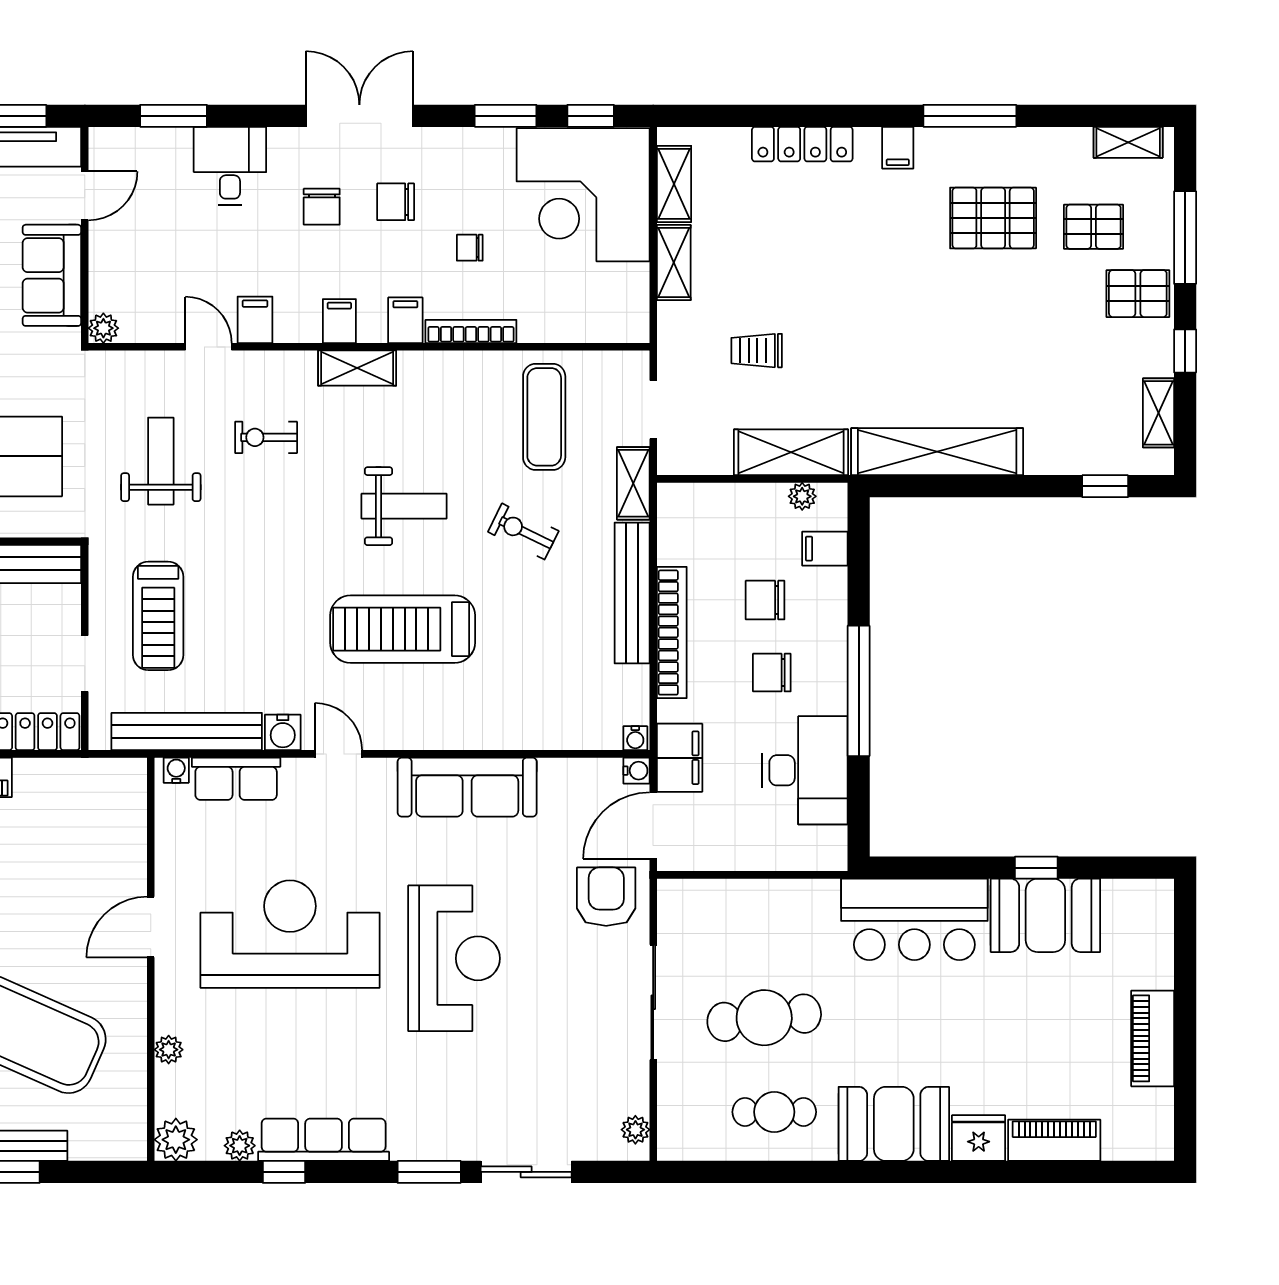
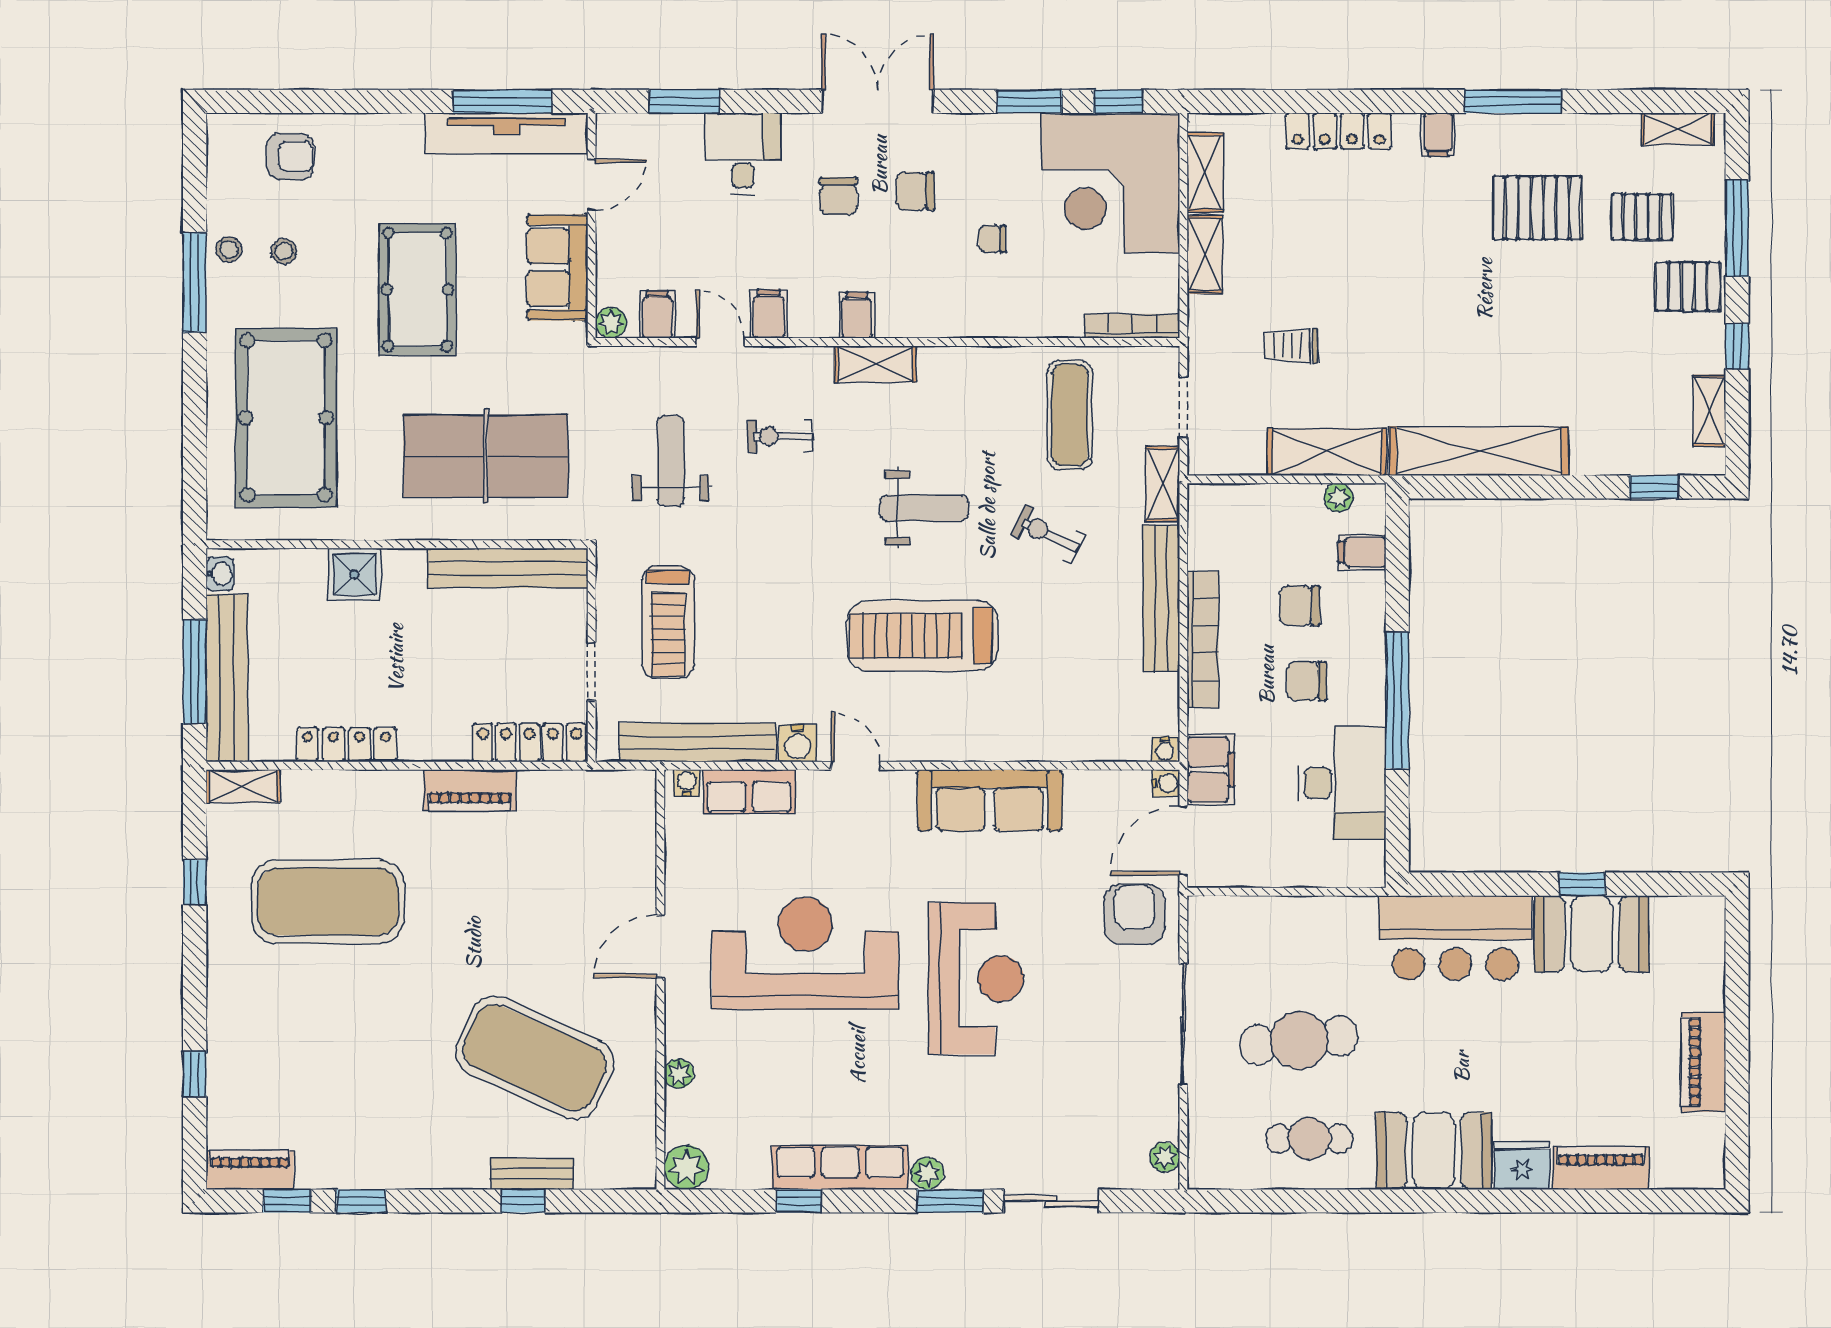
filing cabinet: (405, 320) -> (657, 314), moved
bookcase: (471, 331) -> (1132, 326), moved
plant: (240, 1146) -> (927, 1173), moved

